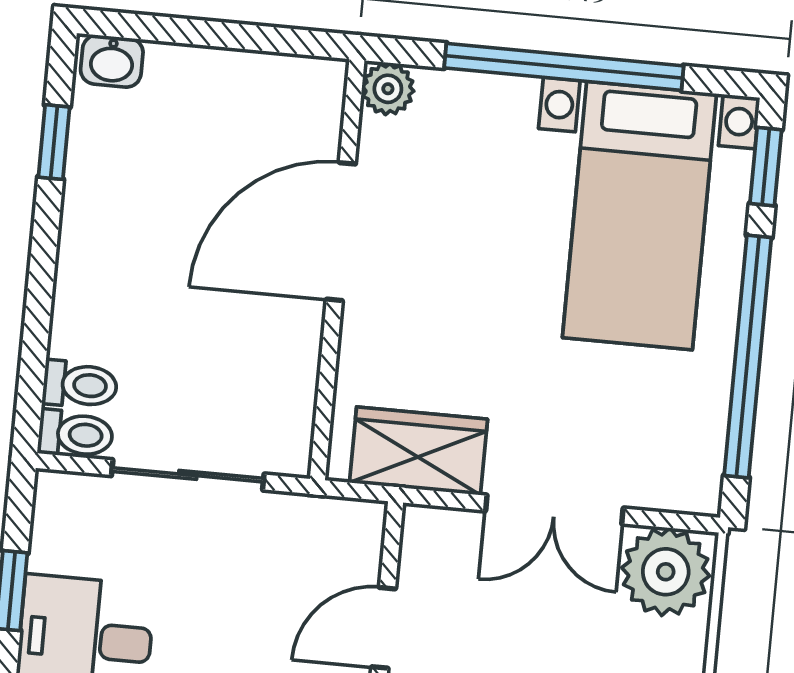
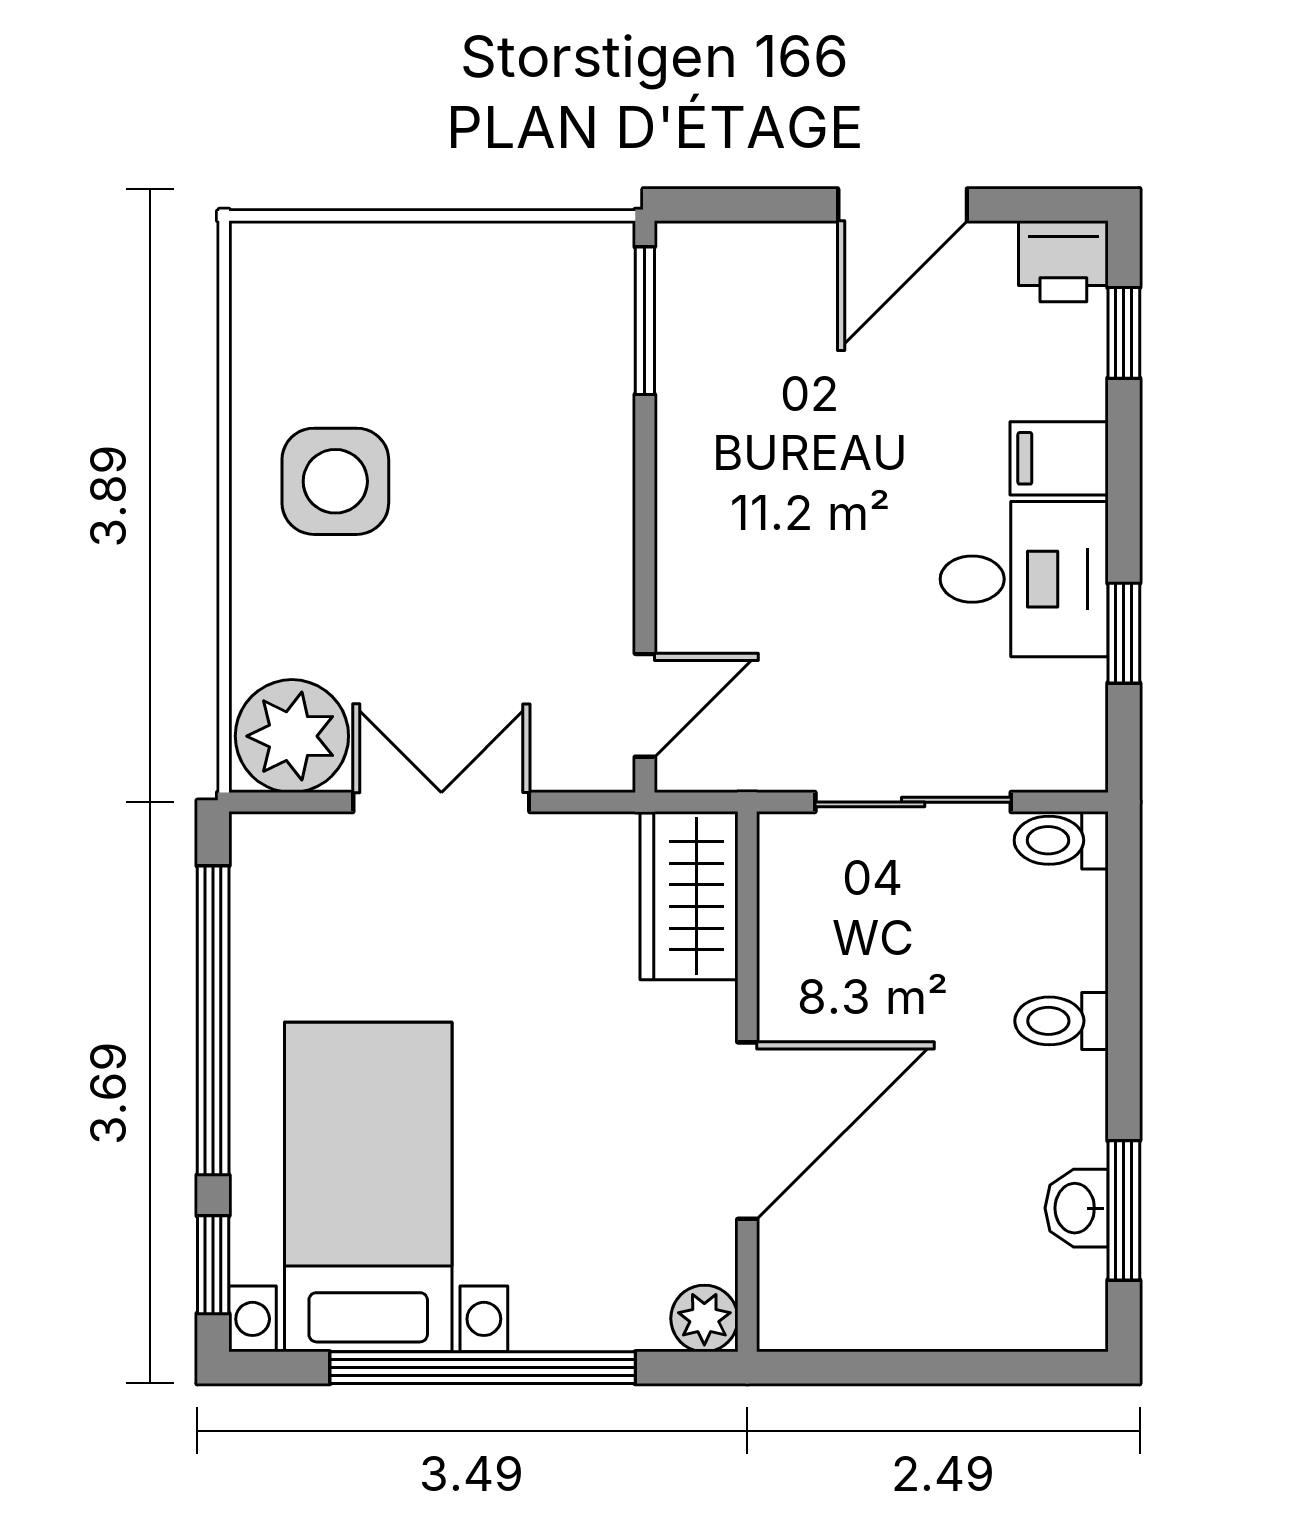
washbasin: (112, 61) -> (1077, 1208), moved, turned -90
window: (54, 142) -> (1124, 1210), width x1.50
toilet: (80, 385) -> (1061, 1021), moved
wardrobe: (418, 451) -> (689, 896), moved, turned 90
door: (384, 628) -> (645, 705), moved

